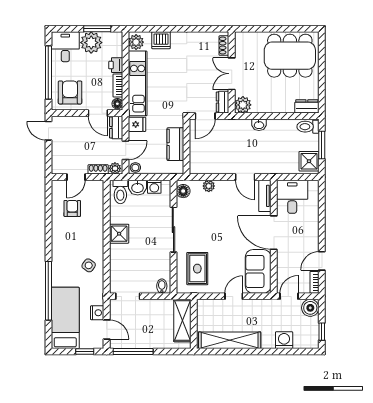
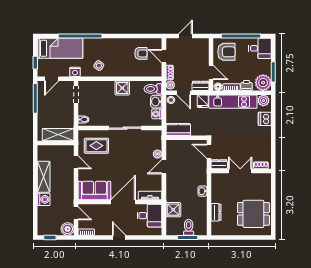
plant: (91, 43) -> (263, 83), moved
dining table: (290, 56) -> (253, 214), width x0.73
plant: (243, 105) -> (217, 179), removed
dresser: (307, 106) -> (216, 212), moved
door: (98, 113) -> (211, 72), swing flipped
toilet: (308, 127) -> (189, 227), moved
door: (48, 131) -> (185, 36), moved
kitchen counter: (175, 144) -> (178, 130), moved
shower: (309, 161) -> (173, 210), moved
door: (245, 177) -> (164, 167), moved
floor lamp: (183, 191) -> (154, 135), removed
door: (322, 261) -> (119, 237), moved
door: (234, 296) -> (76, 162), moved
nightstand: (97, 313) -> (75, 72), moved
shelving: (230, 340) -> (44, 177), width x0.68
washing machine: (284, 340) -> (44, 199), moved

